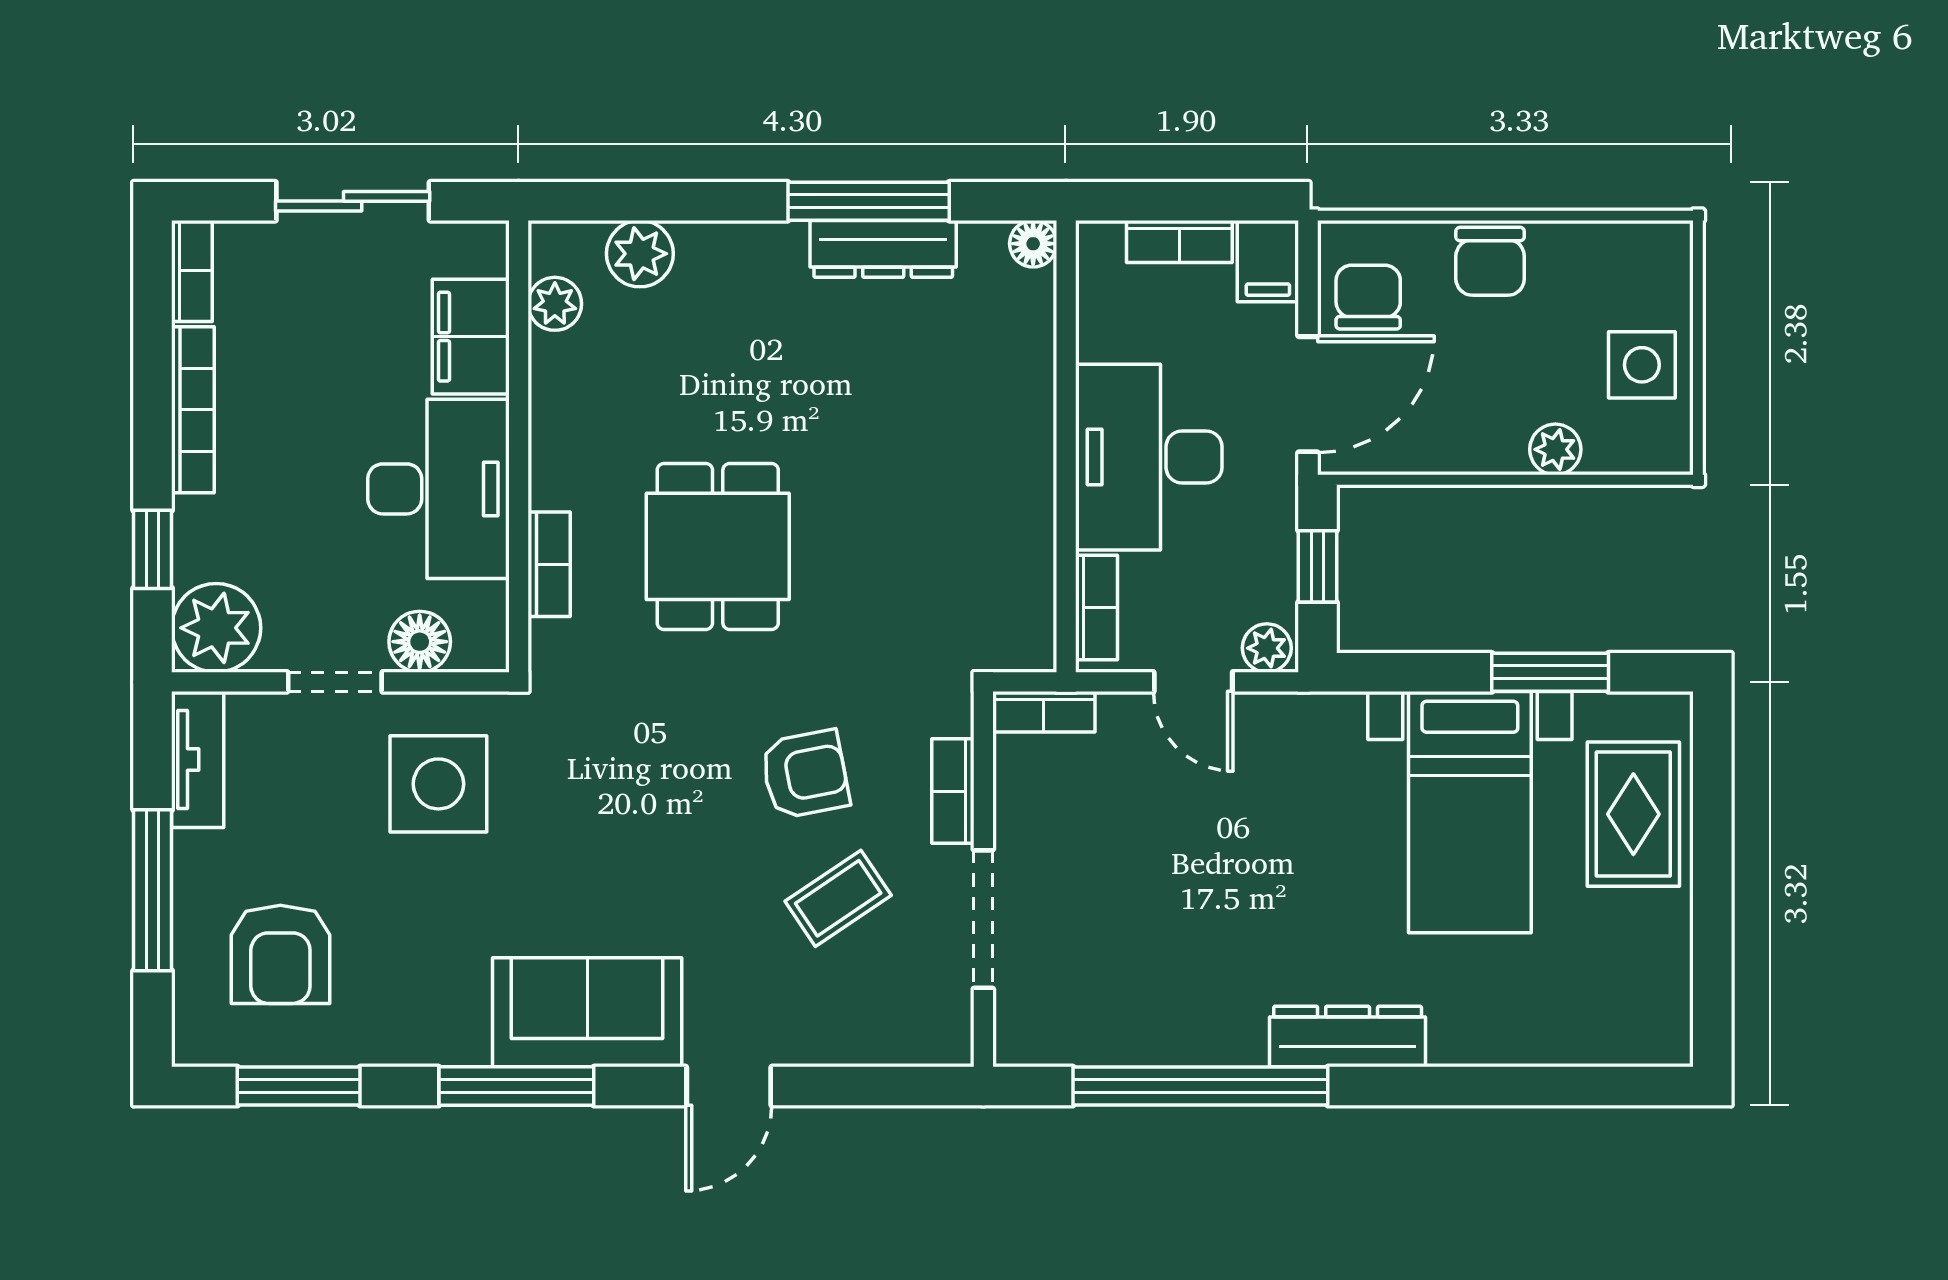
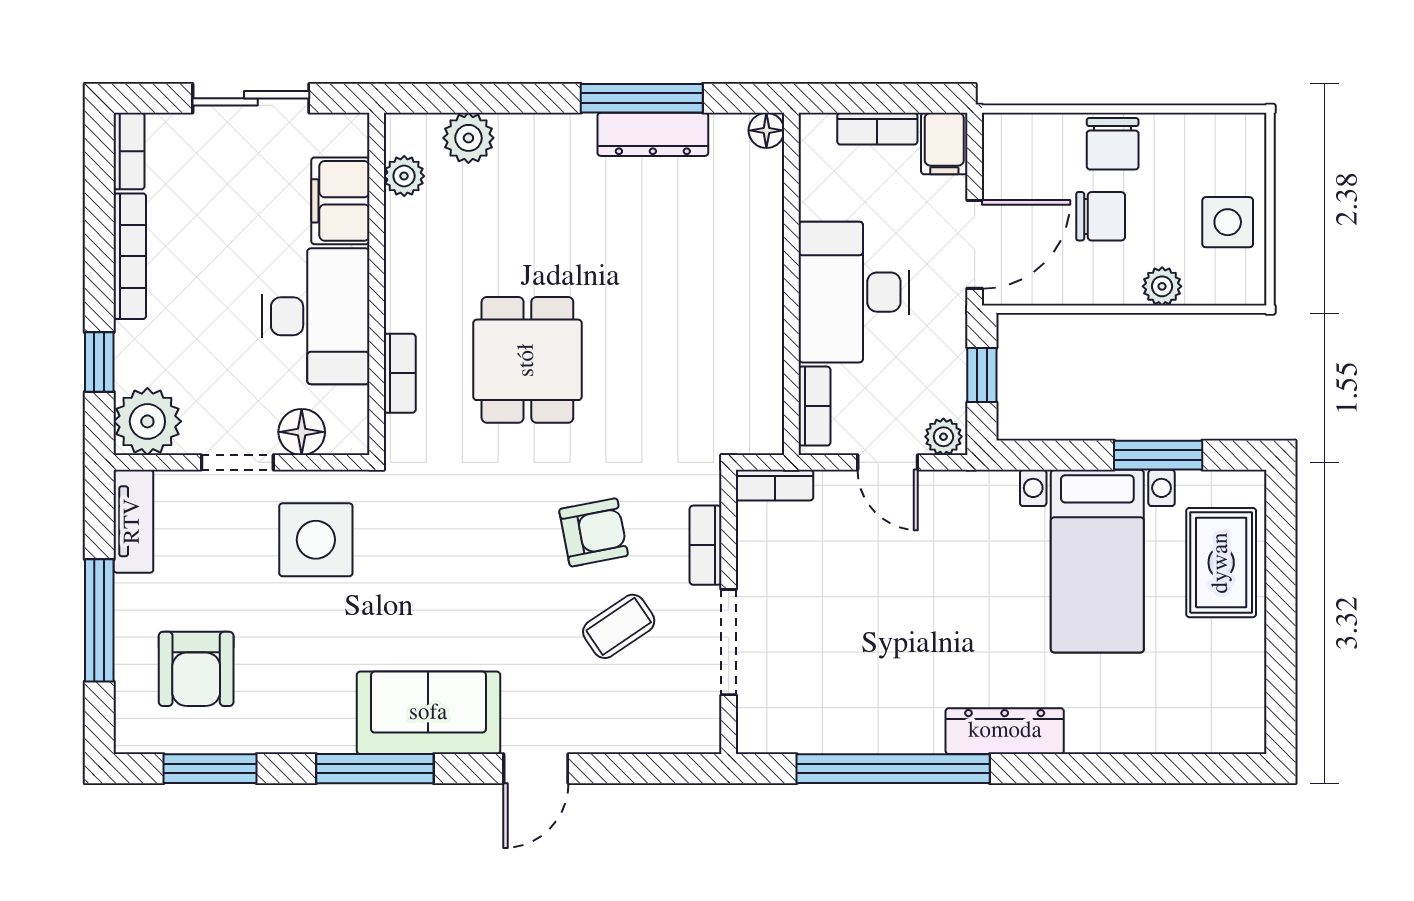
chair: (1368, 297) -> (1101, 216), moved, turned 90

